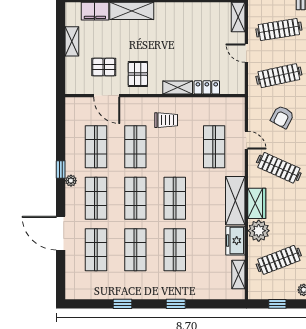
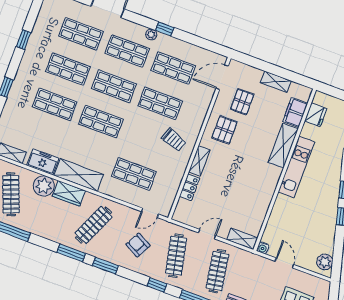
pallet: (138, 74) -> (225, 130), turned 90
door: (107, 96) -> (222, 77), moved
trolley: (166, 120) -> (174, 140), turned -70
door: (246, 140) -> (150, 213), moved

